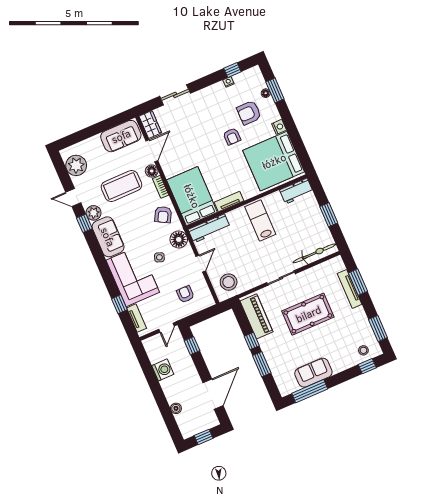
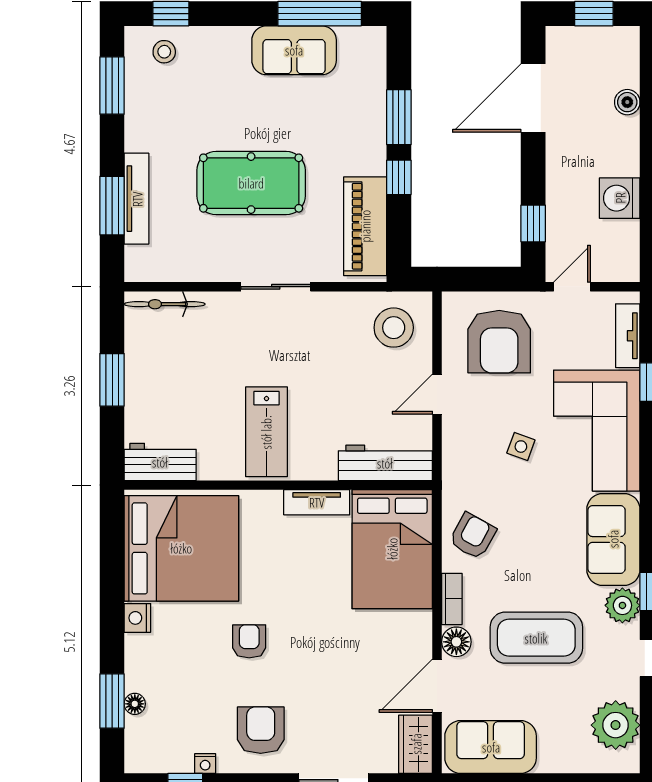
armchair: (249, 113) -> (261, 730), moved, turned -90
floor lamp: (179, 239) -> (462, 467), removed
bicycle: (314, 253) -> (165, 304), width x0.73, depth x0.71
armchair: (185, 294) -> (499, 342), width x1.88, depth x1.88

